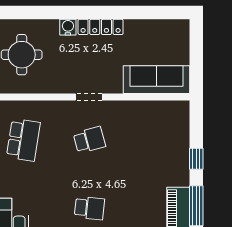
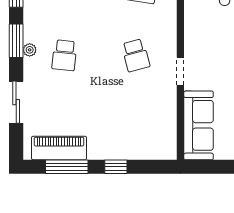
doorway: (89, 97) -> (180, 71), moved

